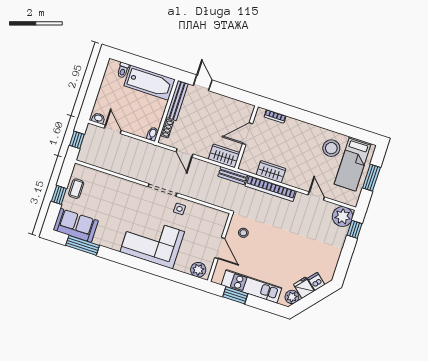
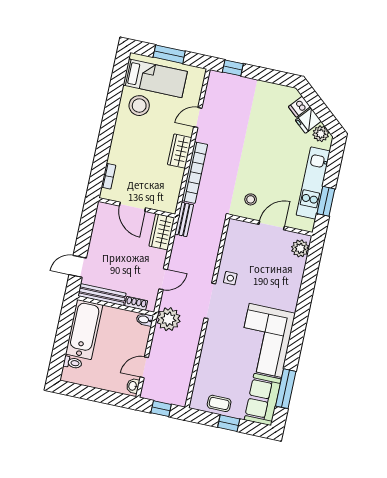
wardrobe: (271, 172) -> (180, 151), moved
plant: (343, 217) -> (168, 319), moved
corner sofa: (152, 242) -> (265, 340), moved

